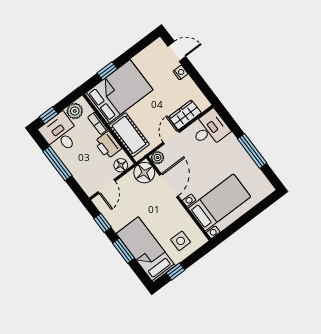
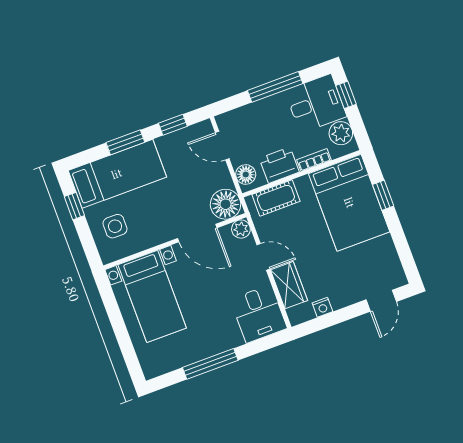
nightstand: (181, 72) -> (322, 307), moved
cot: (129, 135) -> (276, 198), width x0.73, depth x0.75

